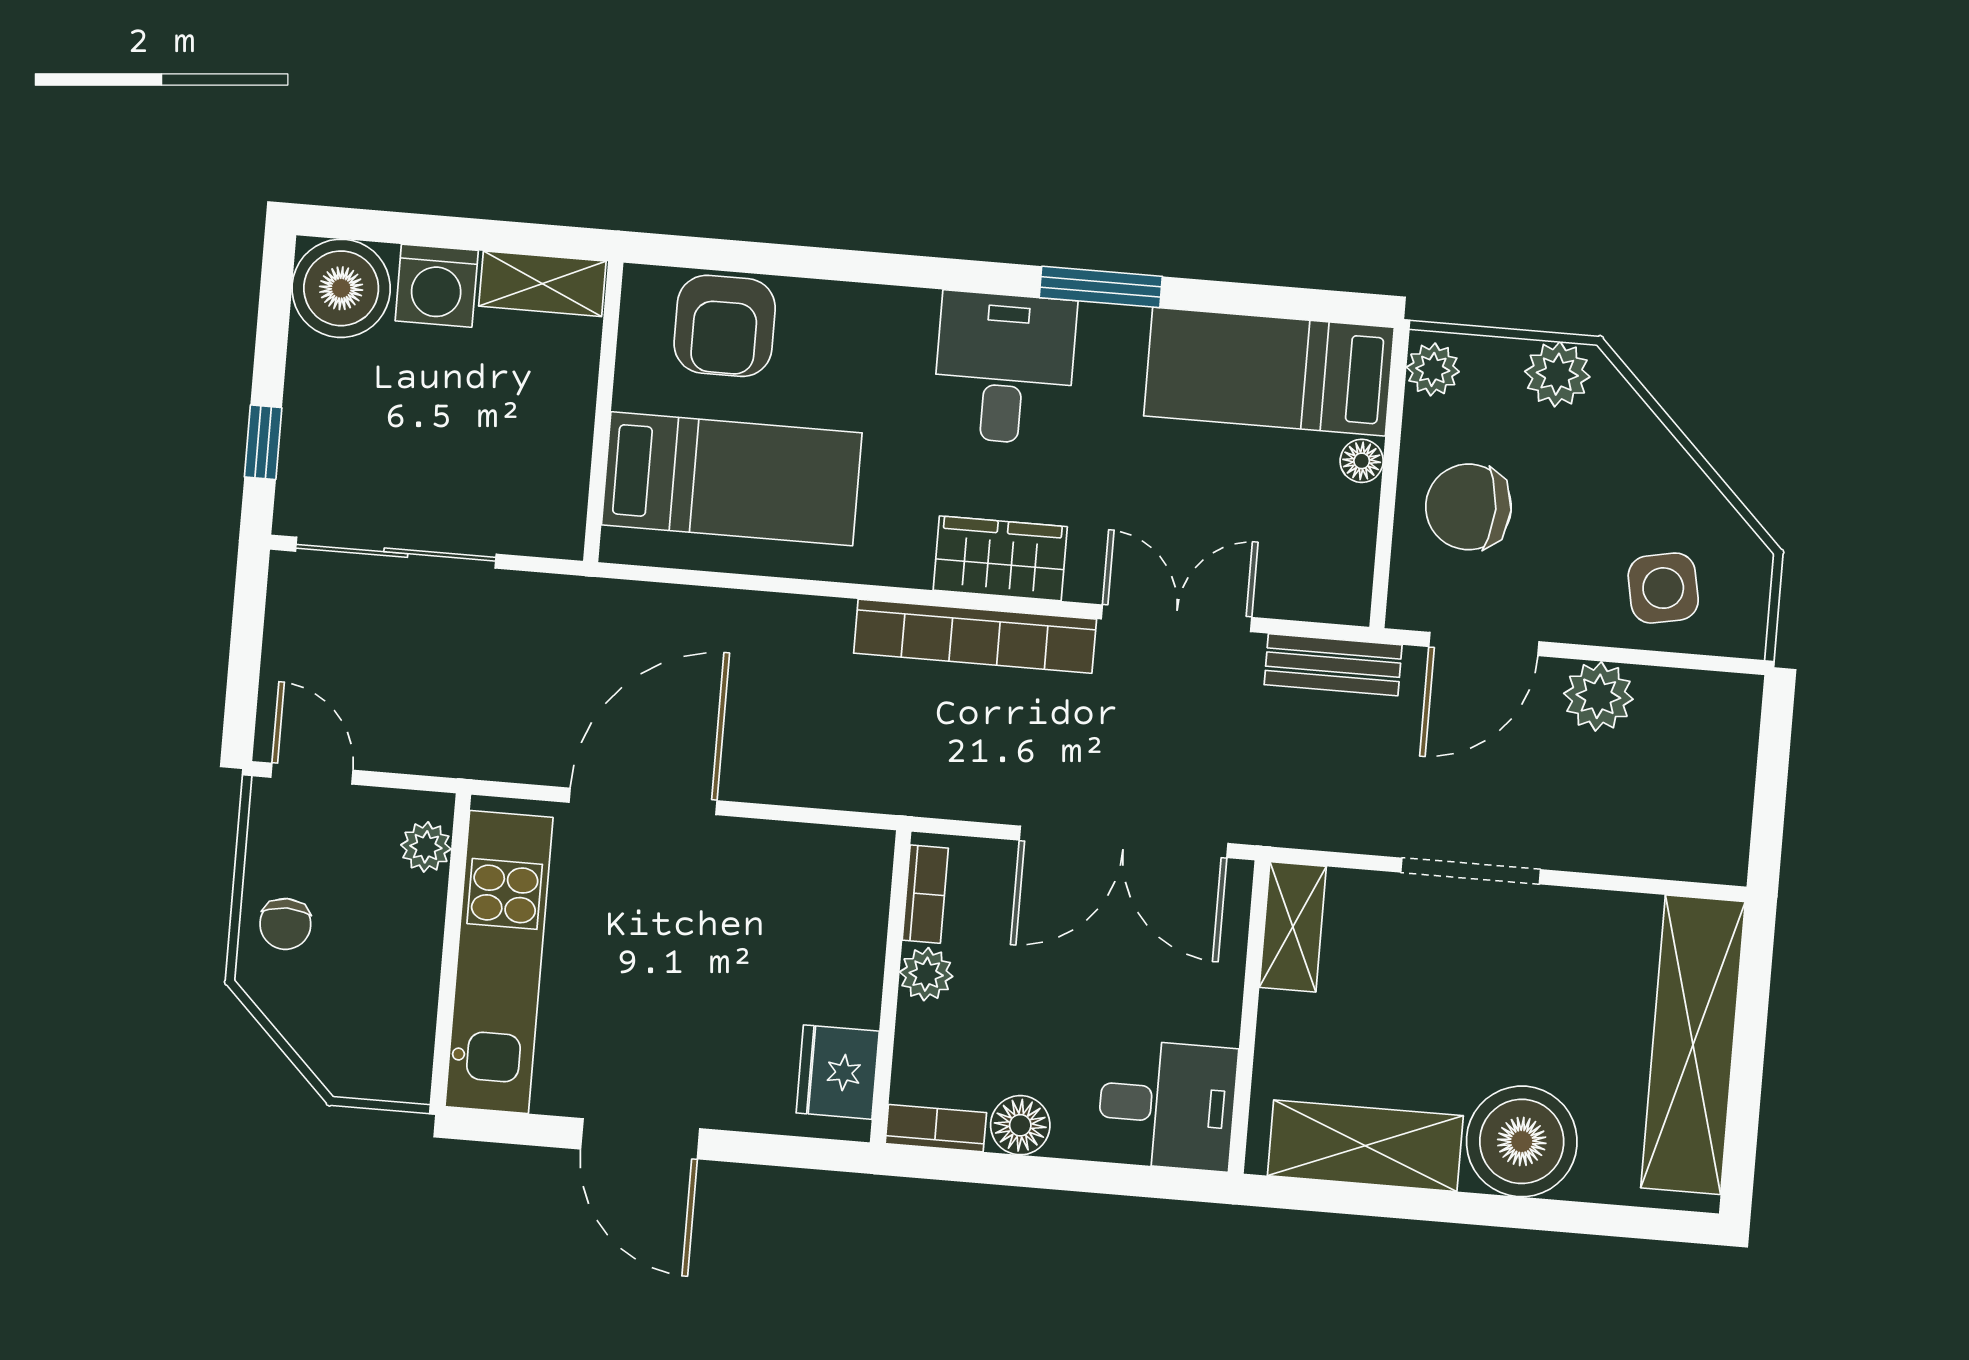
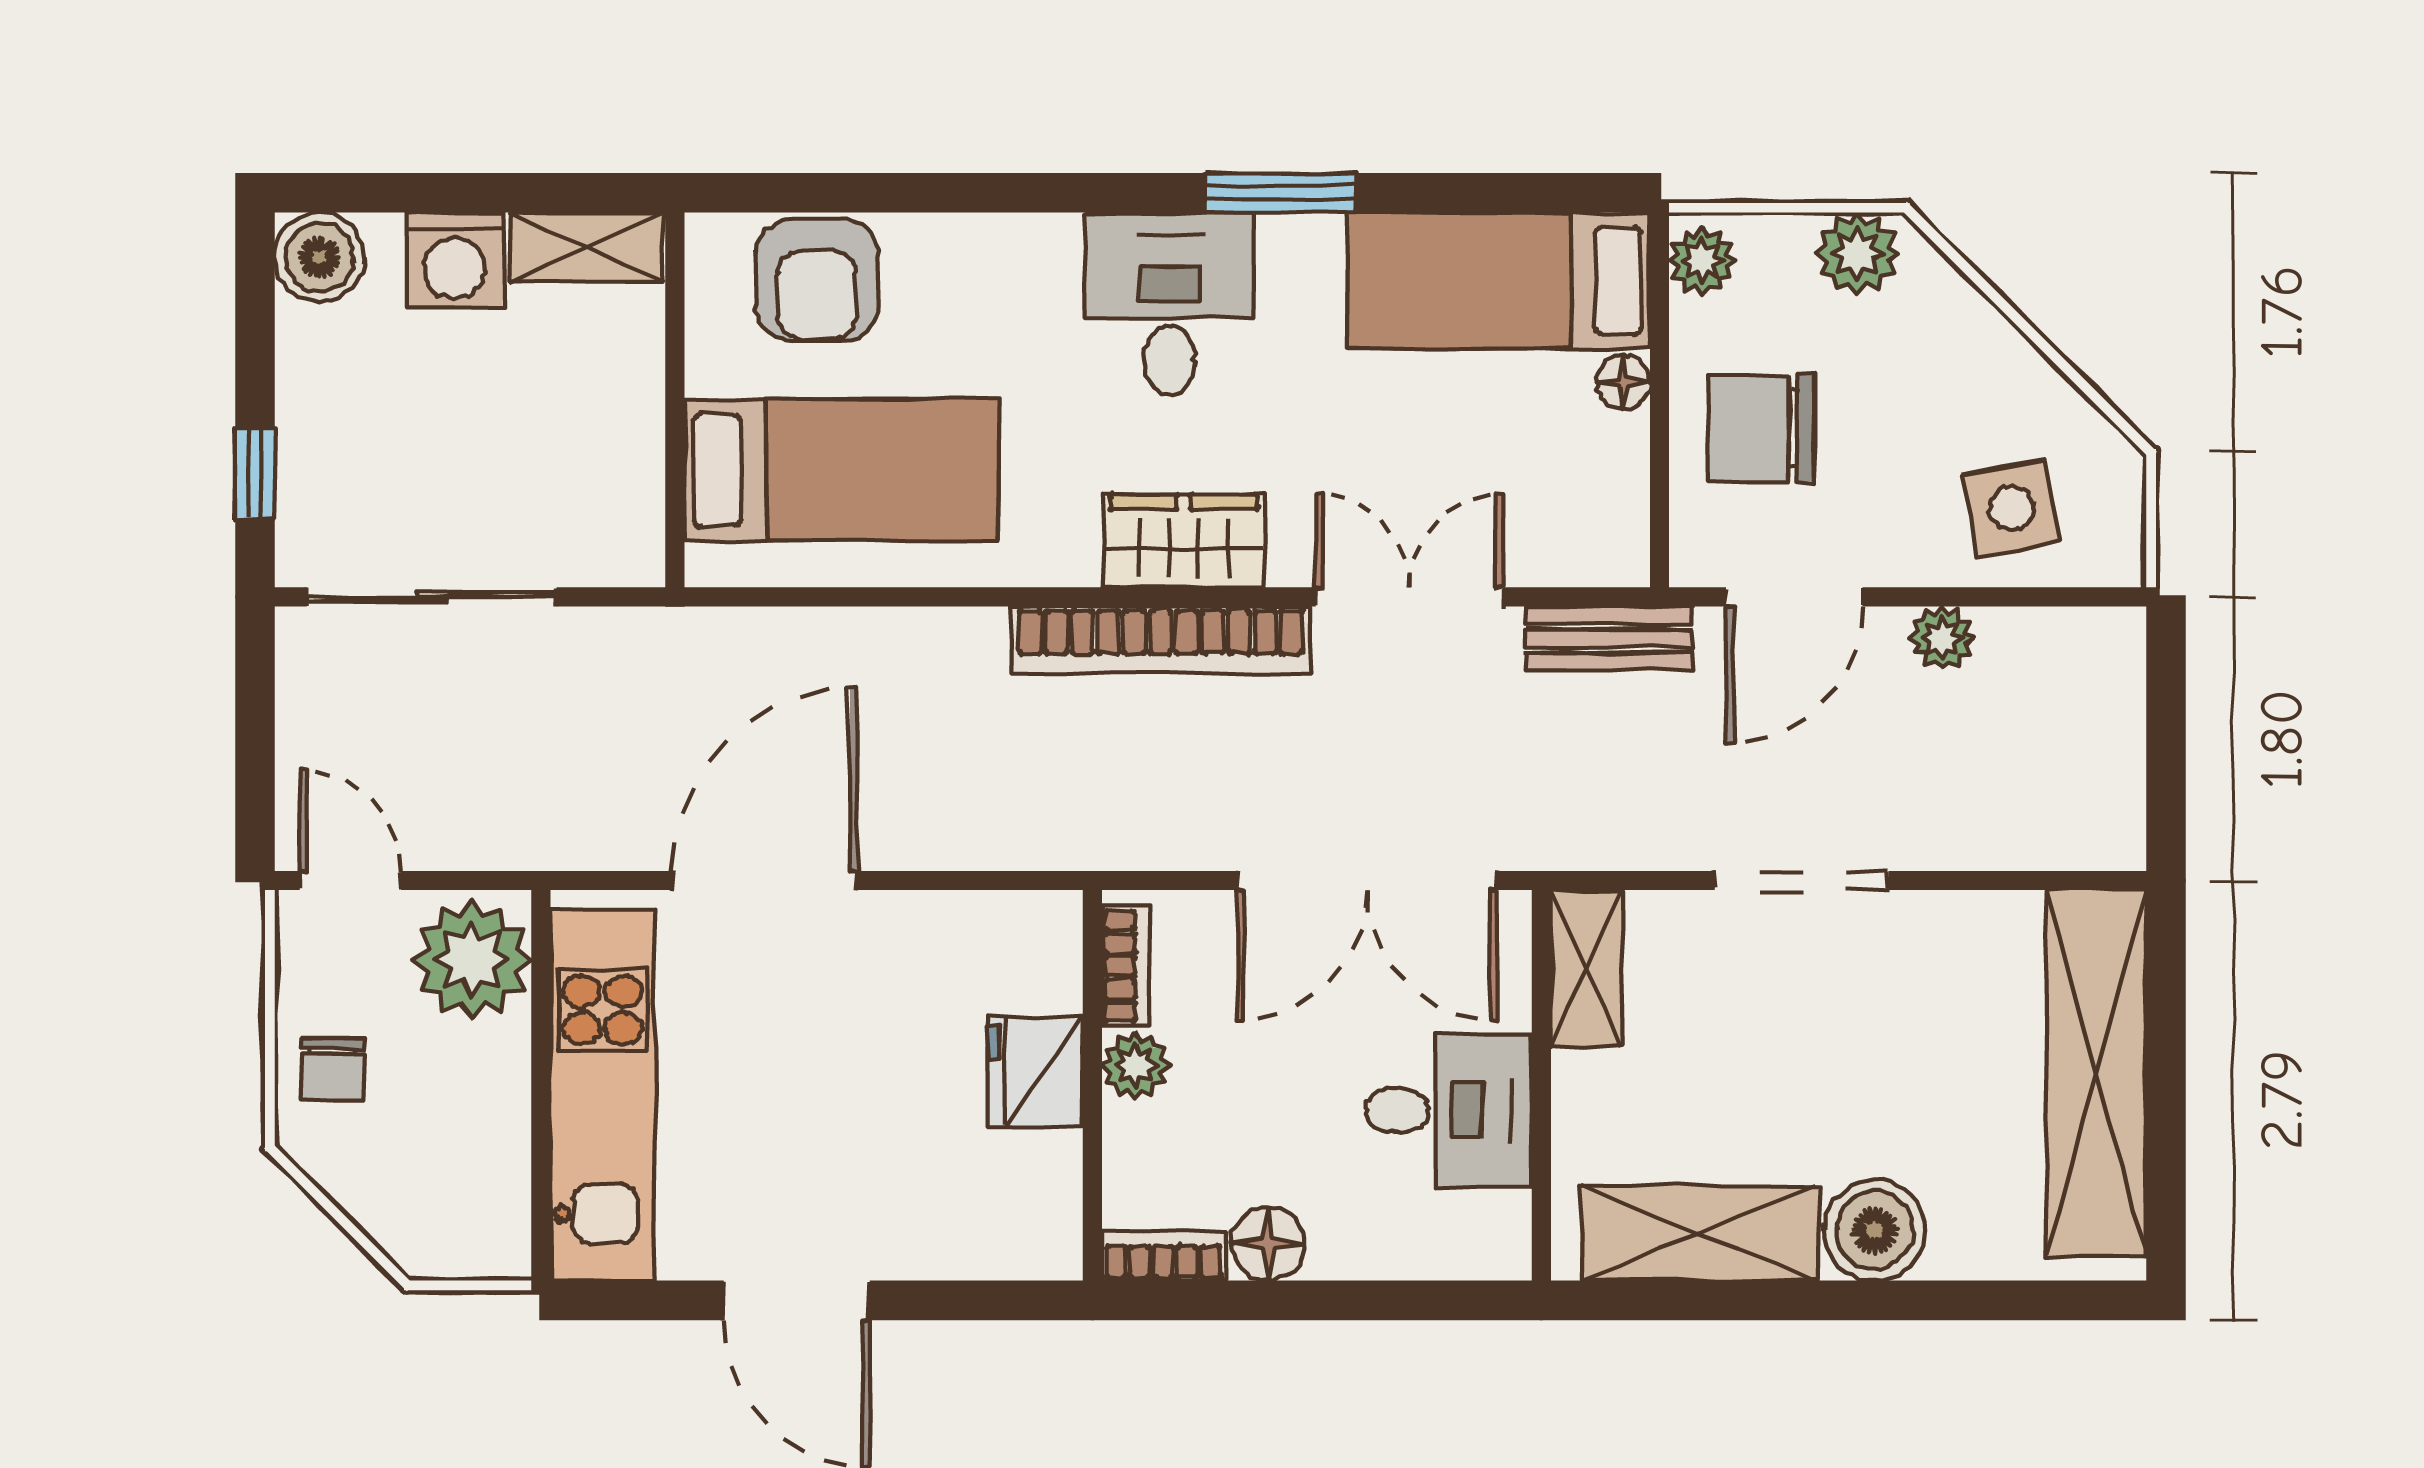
boiler: (341, 288) -> (320, 257), width x0.73, depth x0.73
plant: (1598, 696) -> (1942, 638), width x0.73, depth x0.73
plant: (426, 847) -> (472, 960), width x1.87, depth x1.87
fridge: (838, 1072) -> (1035, 1072), moved
desk: (1167, 1105) -> (1448, 1110), moved
boiler: (1522, 1141) -> (1875, 1230), width x0.73, depth x0.73

